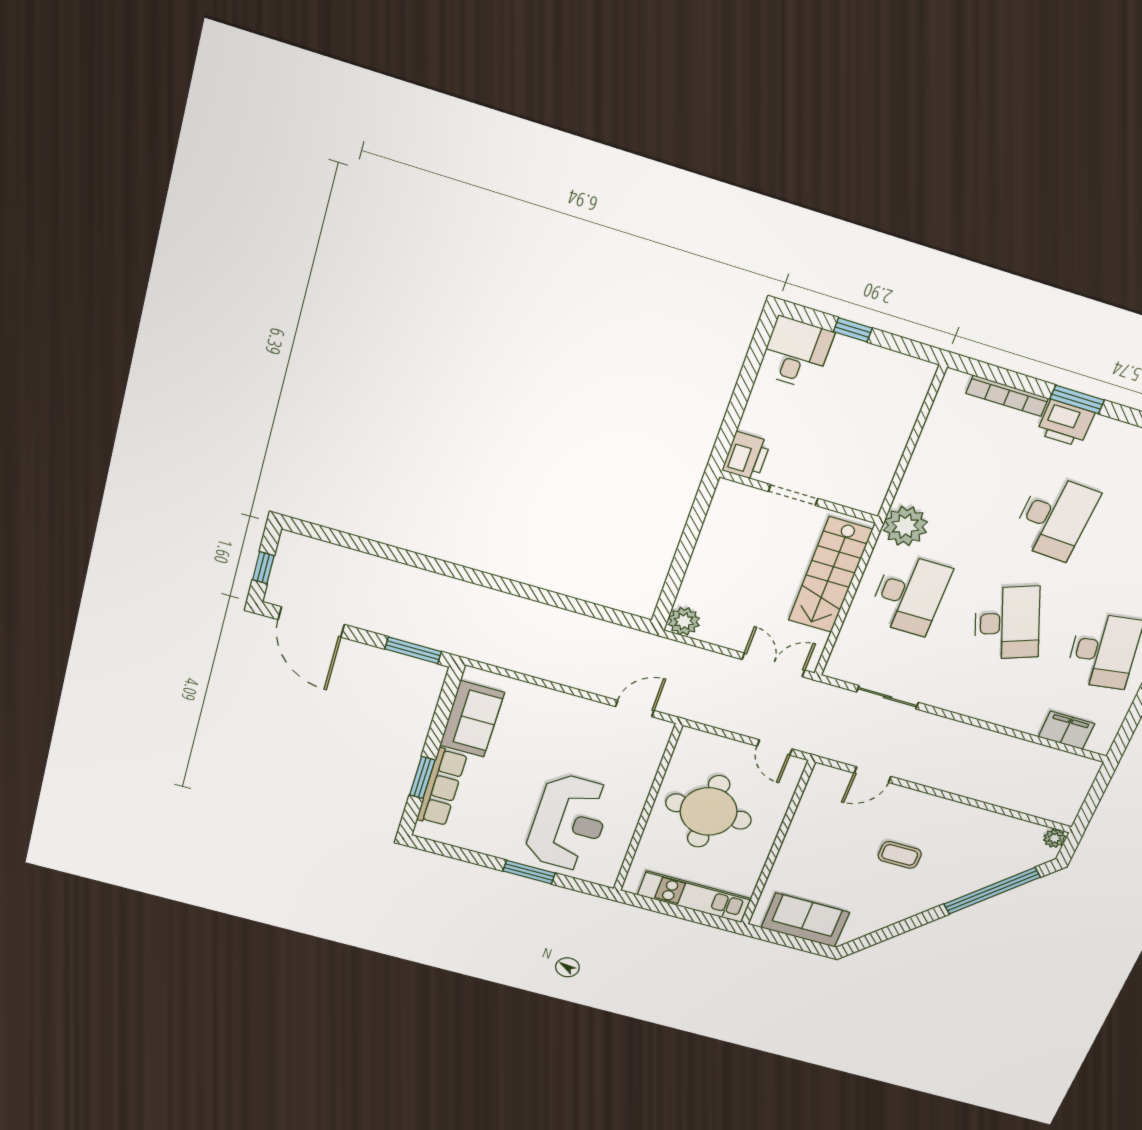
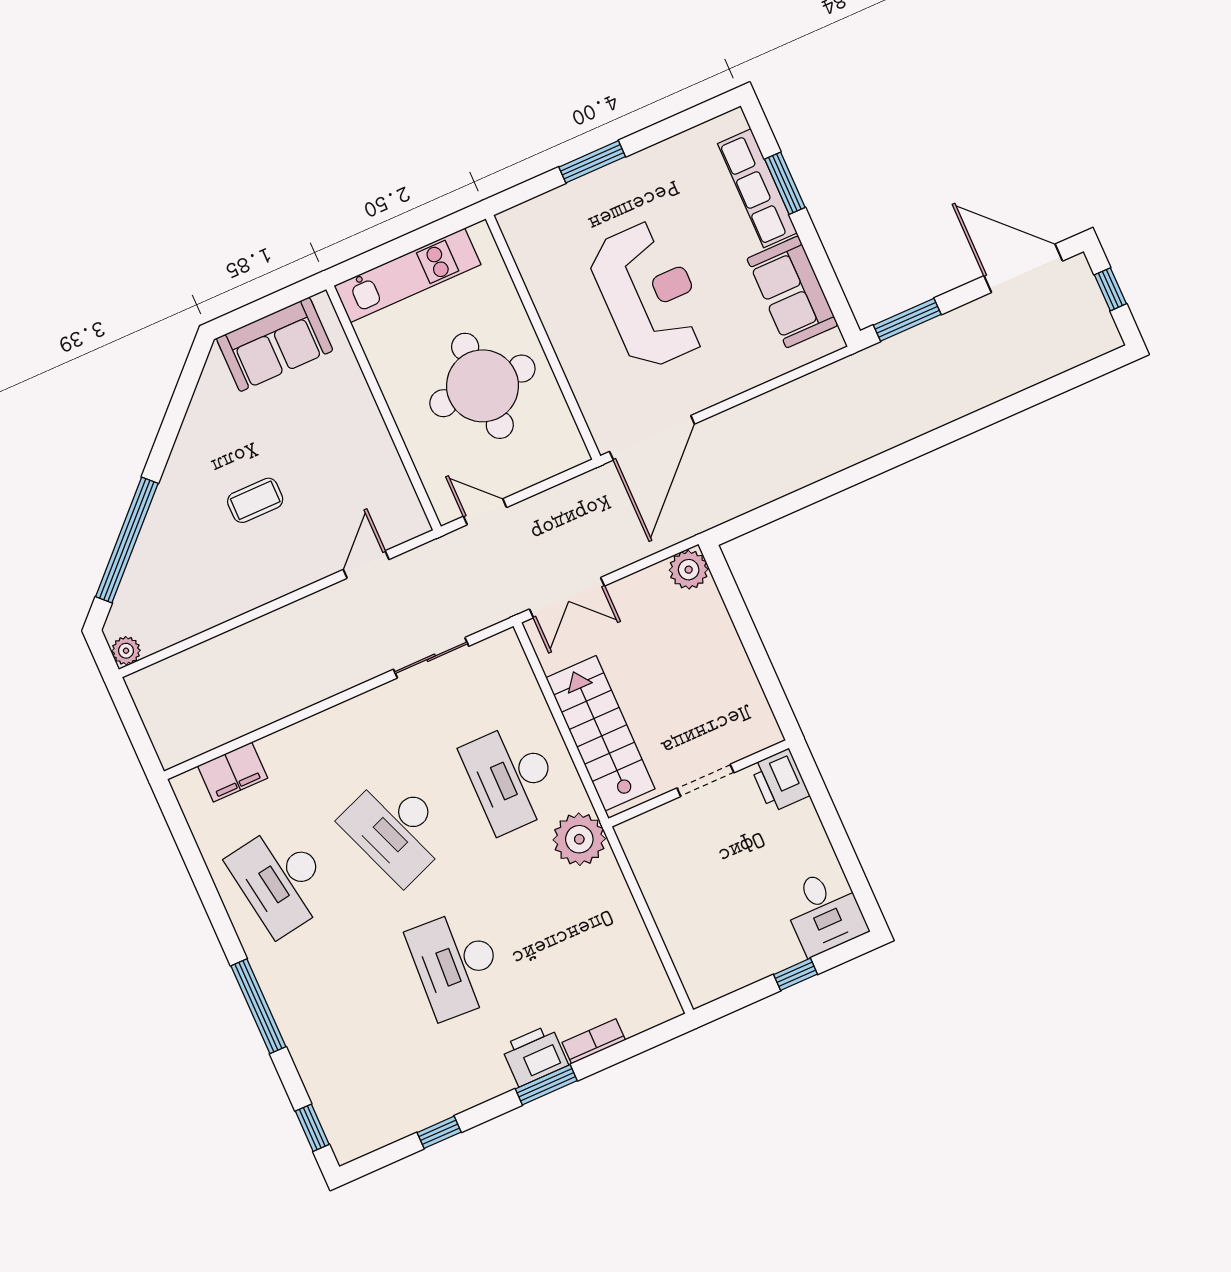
bookcase: (1007, 396) -> (594, 1041), width x0.64
door: (635, 709) -> (652, 438), width x1.87
reception desk: (569, 823) -> (649, 295), moved, turned 180

